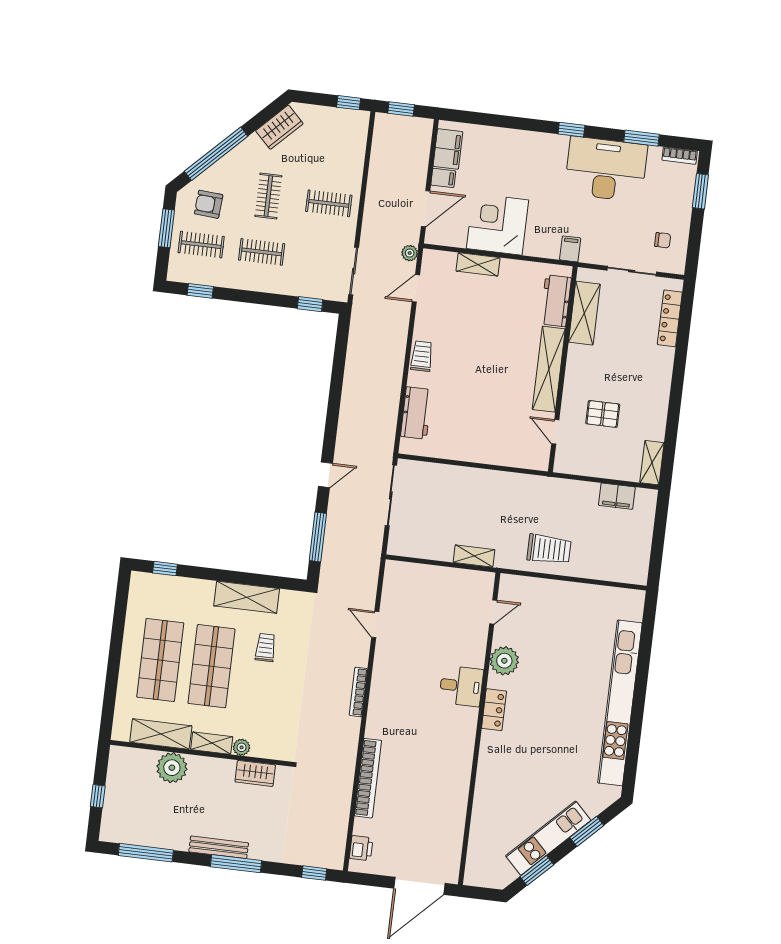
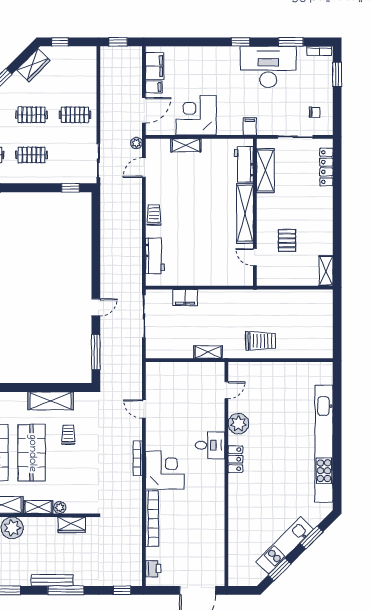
window: (349, 103) -> (60, 42), moved
clothes rail: (268, 196) -> (32, 115), turned 90
pallet: (603, 414) -> (287, 240), turned 90
filing cabinet: (617, 496) -> (185, 297), moved
corner desk: (394, 713) -> (165, 470), added

